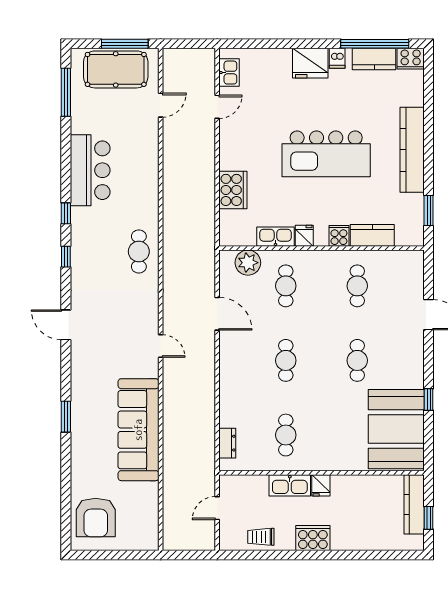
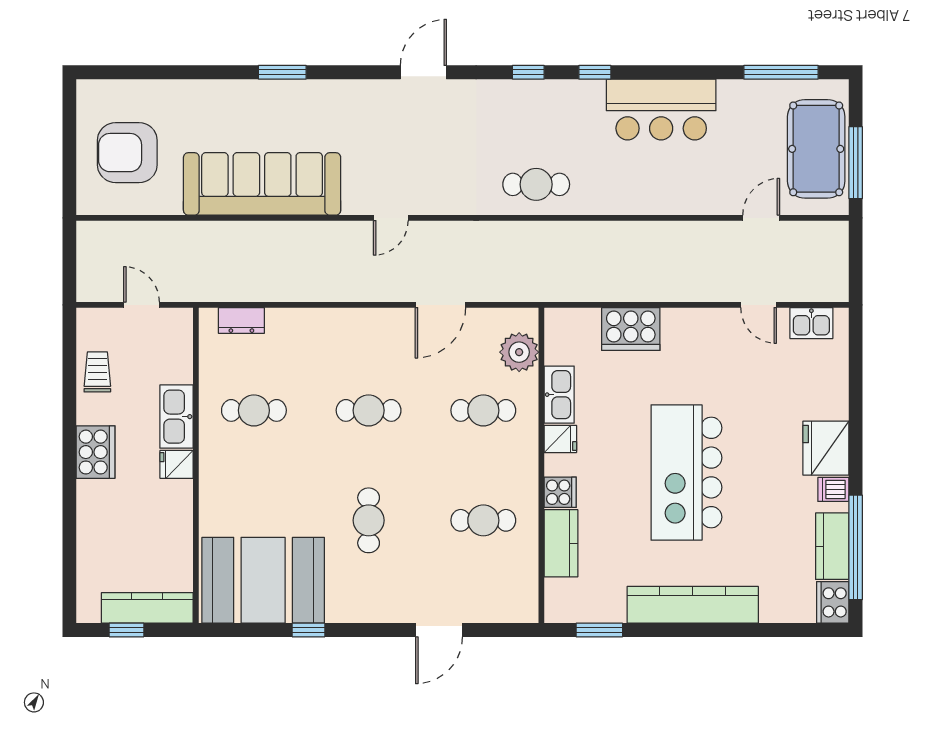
door: (161, 105) -> (761, 218), swing flipped
cafe table: (357, 360) -> (369, 520), turned 90
armchair: (96, 518) -> (127, 153), moved

